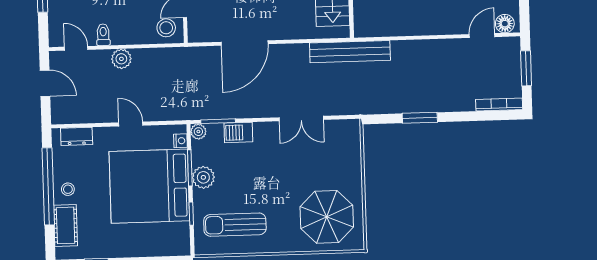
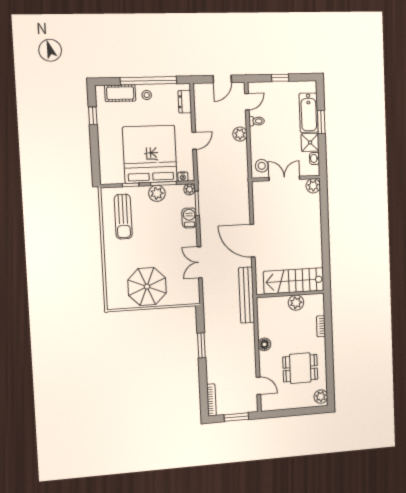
floor lamp: (505, 24) -> (264, 344), moved
door: (245, 43) -> (253, 241), moved
parasol: (327, 217) -> (147, 287), moved
sun lounger: (235, 225) -> (123, 217), turned 180

